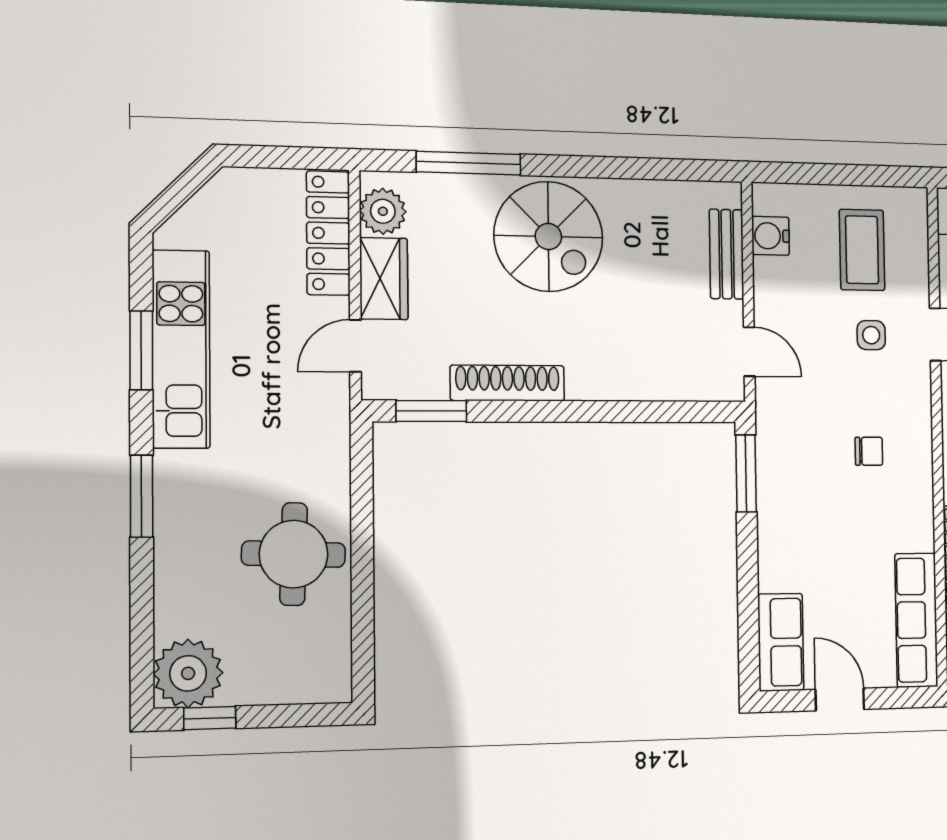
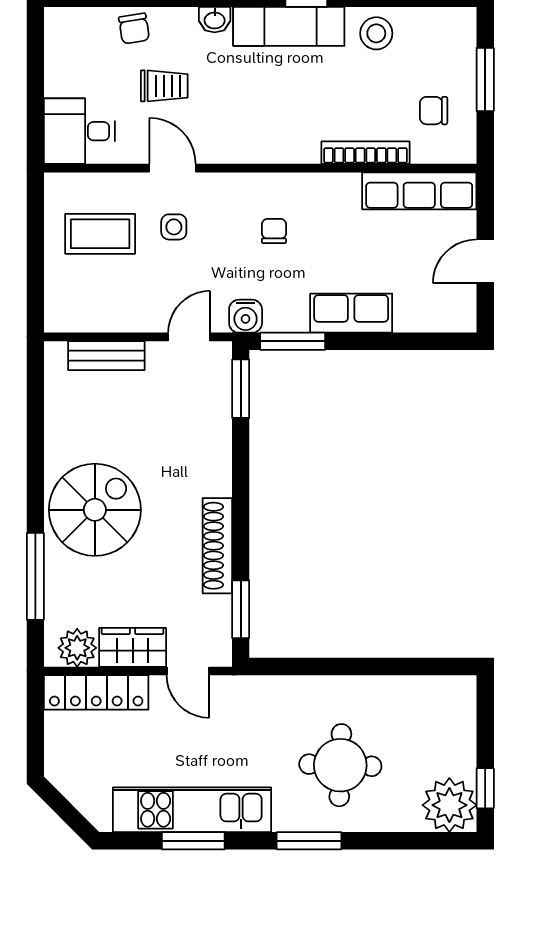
water cooler: (771, 236) -> (246, 316), moved
window: (691, 412) -> (241, 389), added
round table: (294, 554) -> (340, 765), moved
row of seats: (781, 642) -> (351, 313), moved

